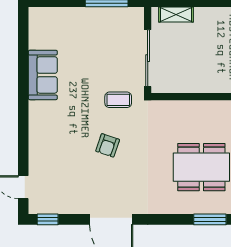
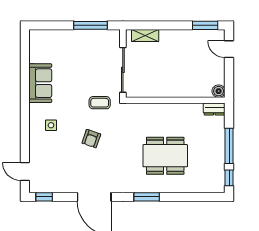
side table: (56, 128) -> (51, 125), added
window: (210, 219) -> (147, 197), moved

